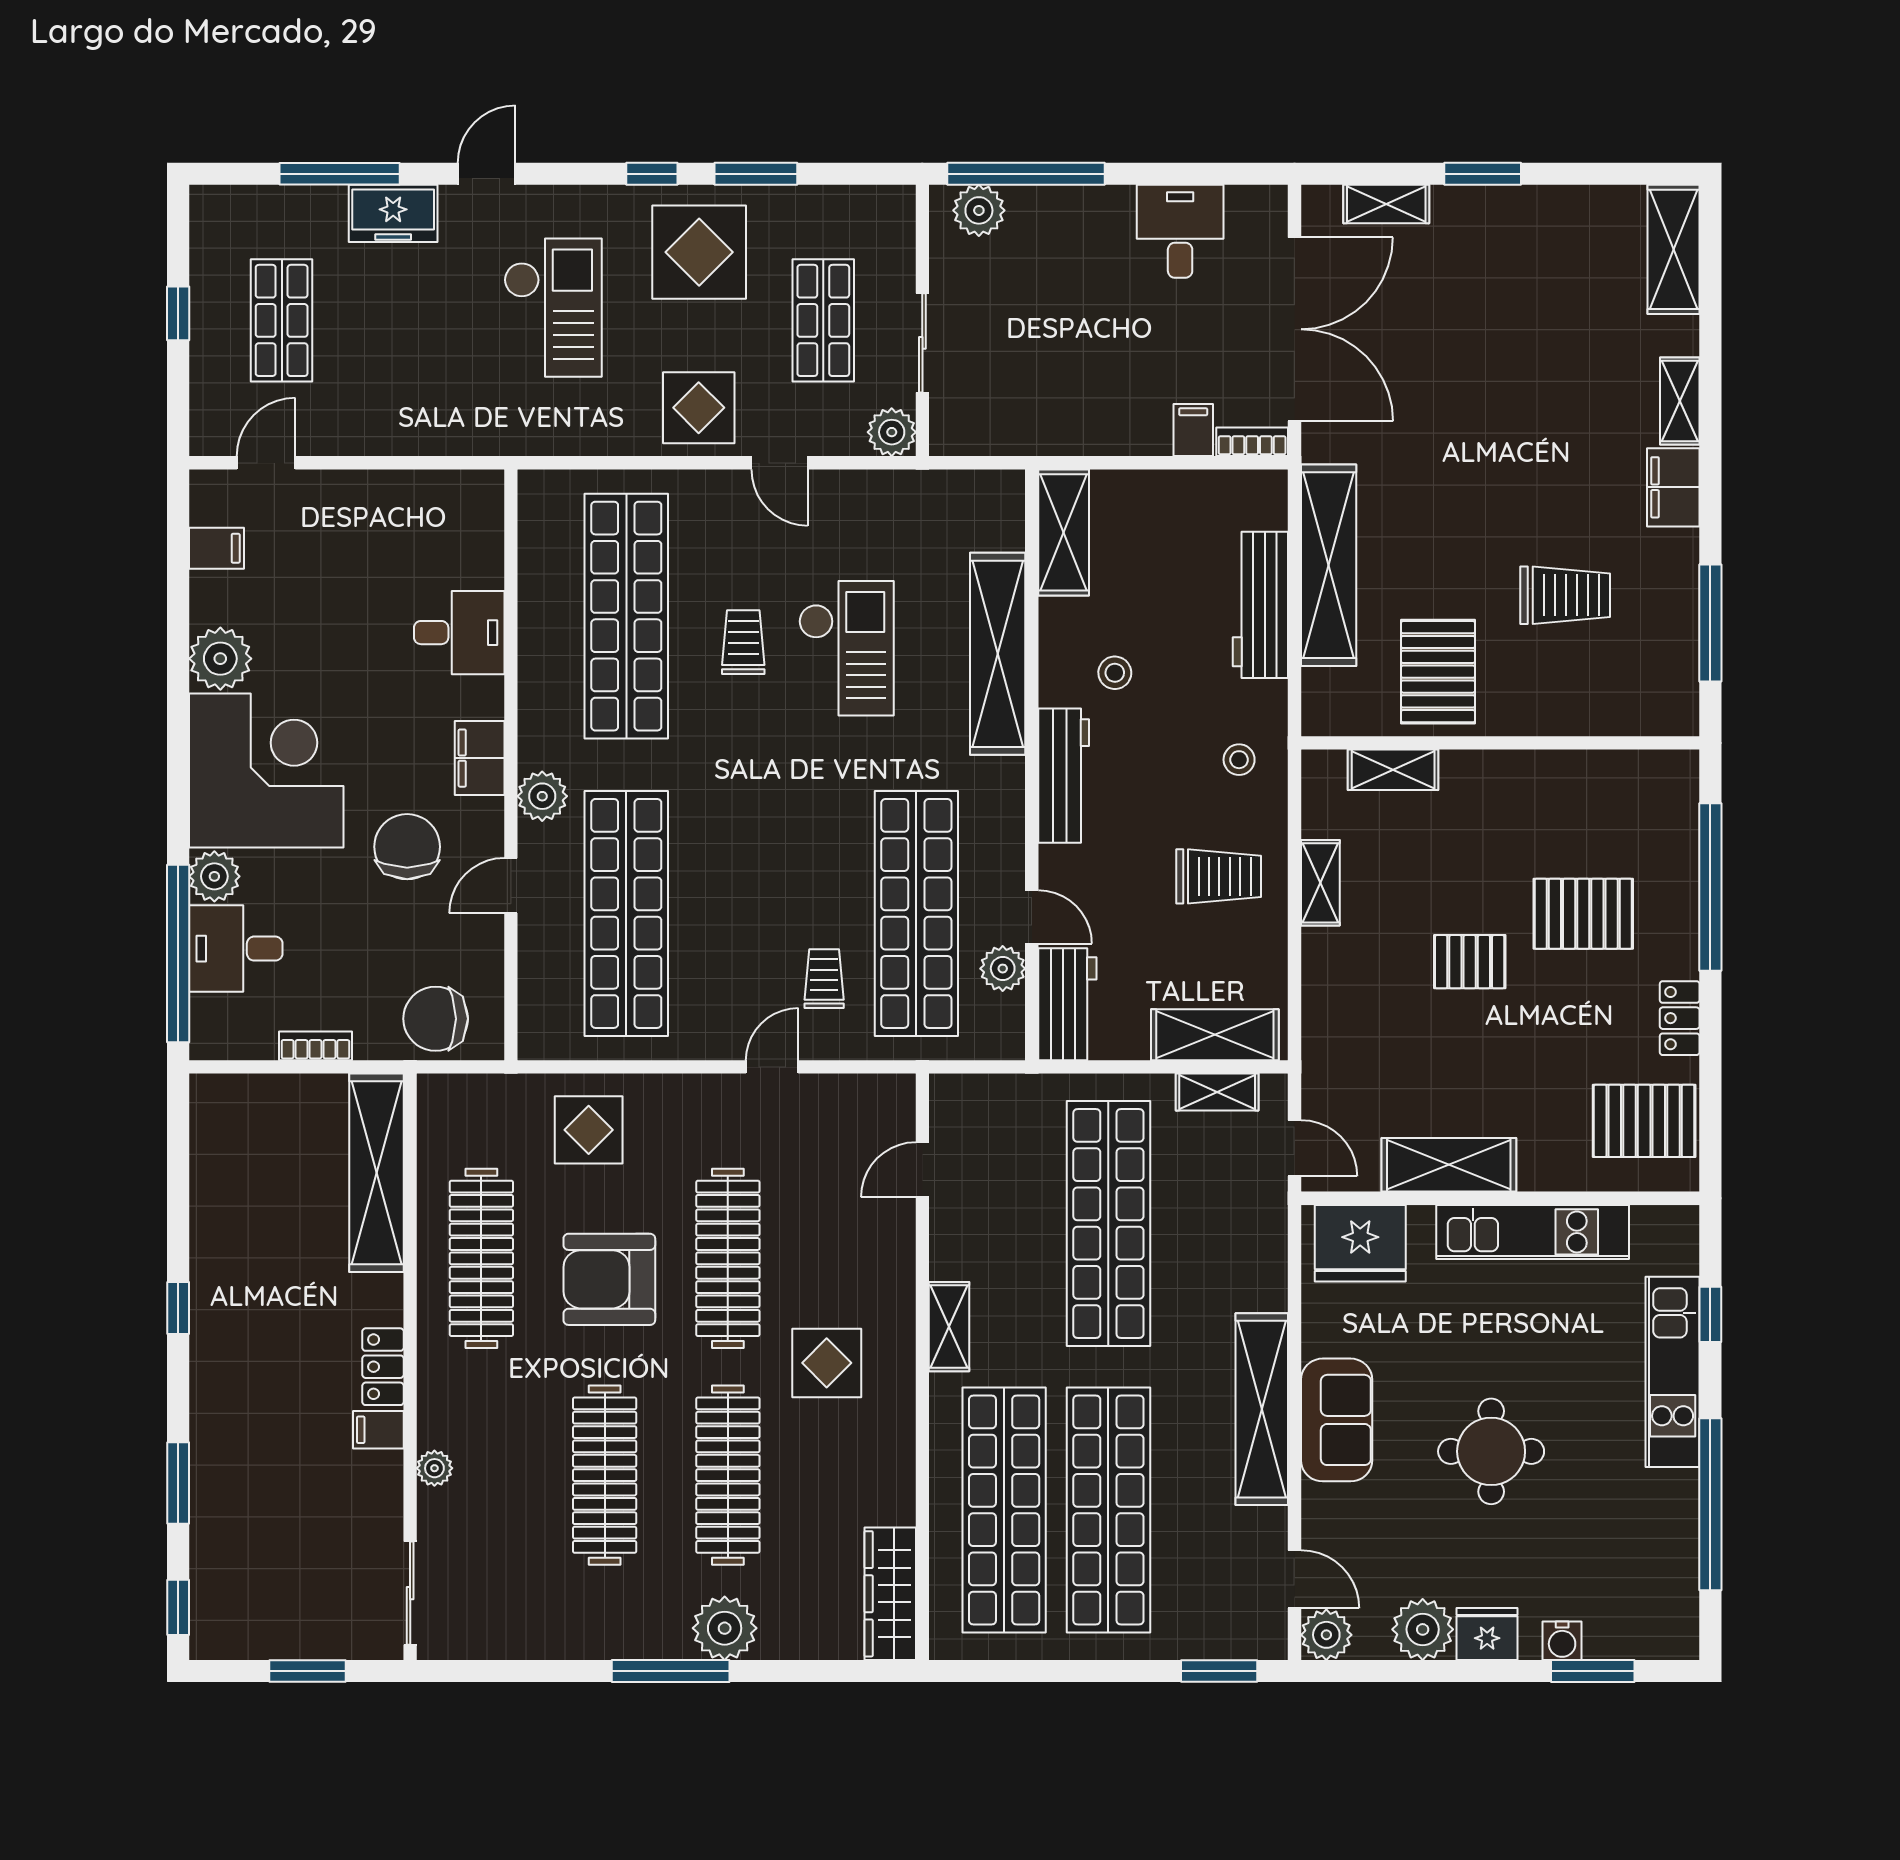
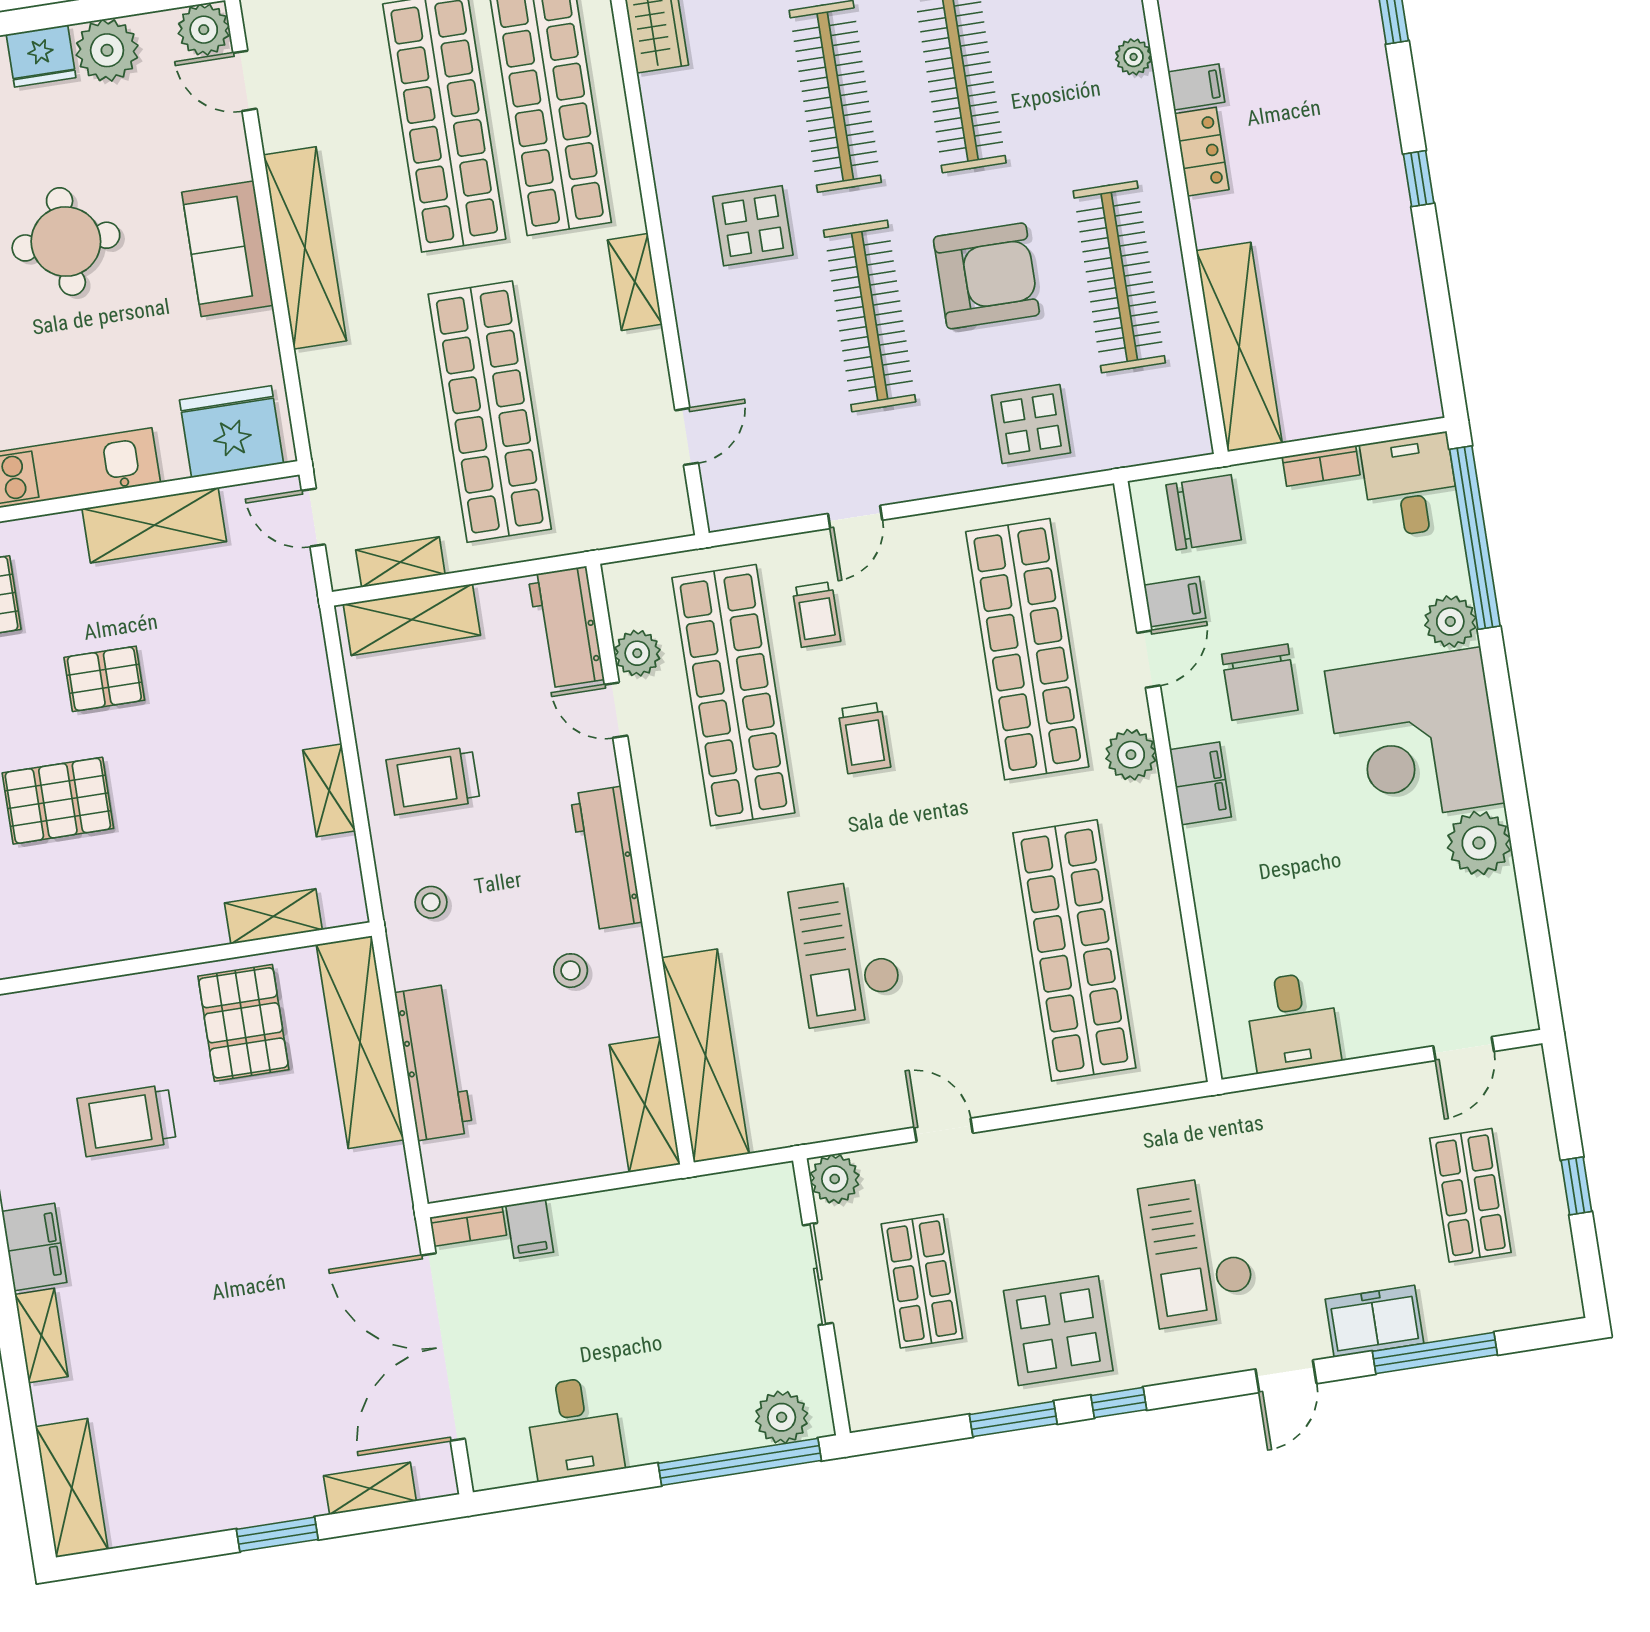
display table: (699, 408) -> (1034, 1173), removed
filing cabinet: (216, 548) -> (1175, 602), moved, turned 180
shelving: (1329, 565) -> (360, 1042), moved
desk: (459, 633) -> (1293, 1022), moved, turned -90
trolley: (743, 642) -> (864, 738), moved
shelving: (998, 654) -> (705, 1056), moved
desk: (236, 949) -> (1410, 485), moved, turned -90
pallet: (1470, 962) -> (104, 679), moved

